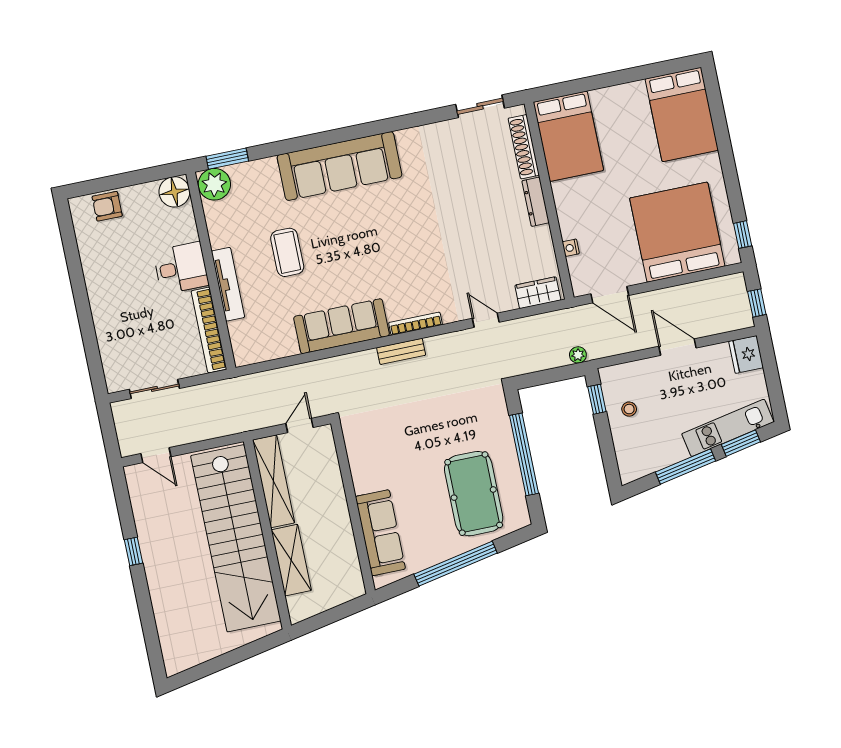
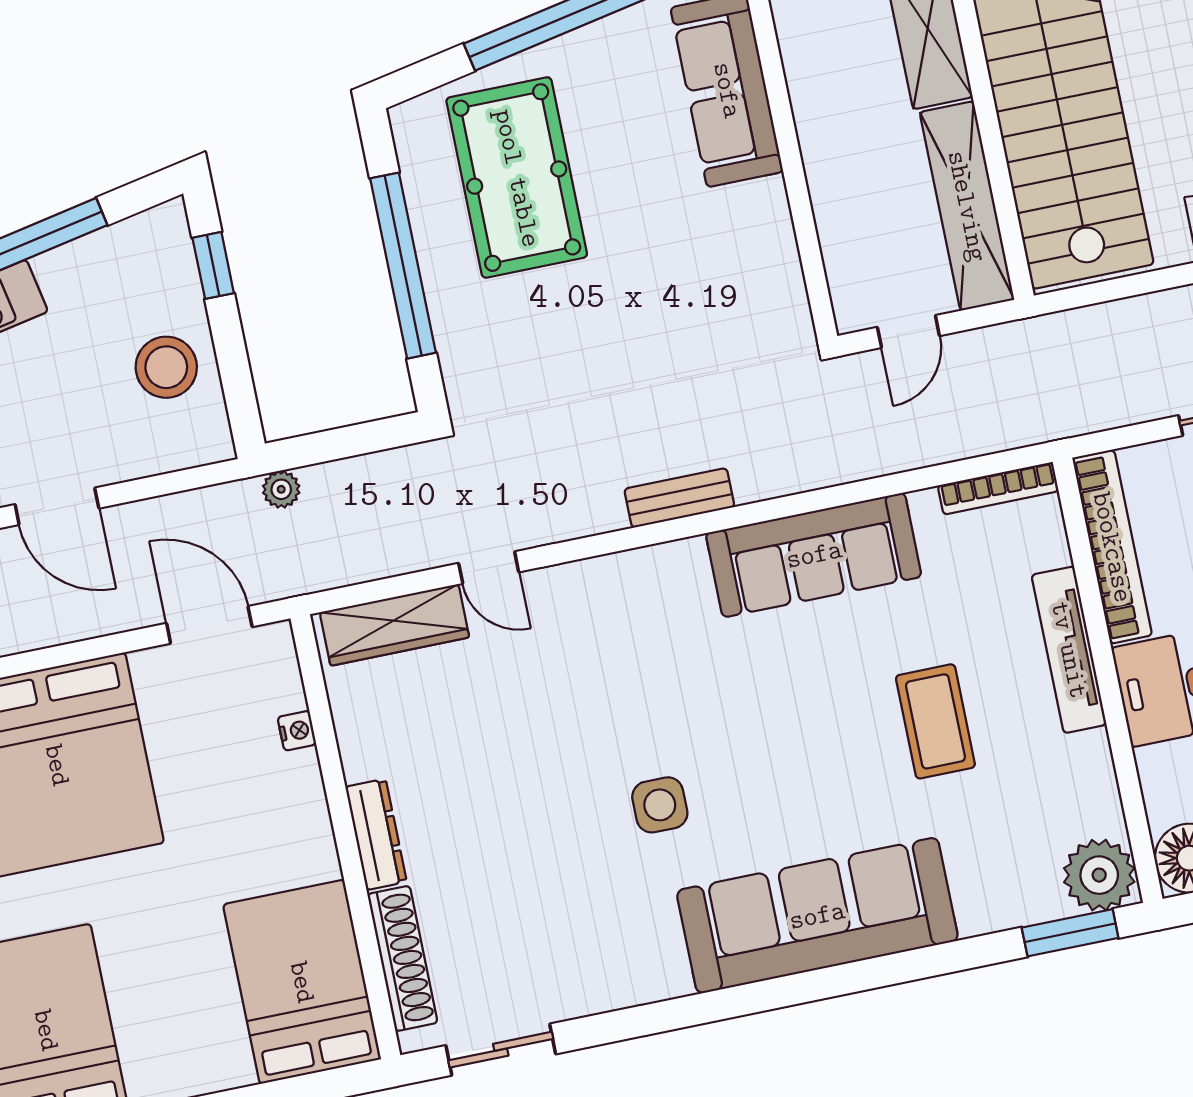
side table: (410, 215) -> (660, 805), added
wardrobe: (538, 293) -> (394, 625), width x1.50
bookcase: (416, 324) -> (998, 488), moved
window: (597, 399) -> (213, 265), moved
stool: (629, 409) -> (166, 367), width x1.89, depth x1.89

